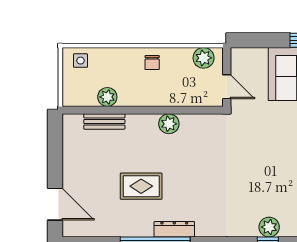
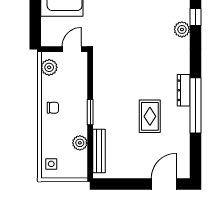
window: (146, 110) -> (90, 112), added
bench: (104, 121) -> (99, 151), width x1.36
plant: (169, 124) -> (101, 95), removed
plant: (269, 227) -> (182, 29), moved

